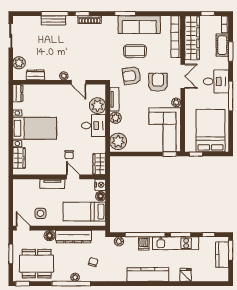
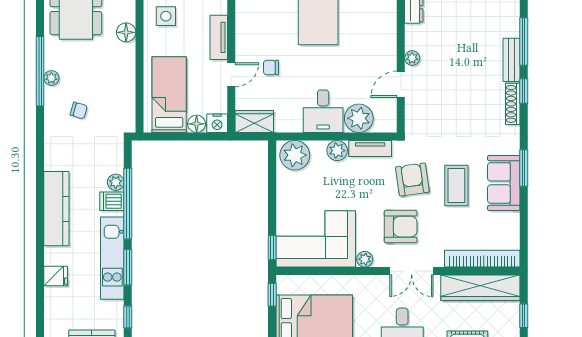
bench: (53, 20) -> (511, 60), moved
sofa: (139, 25) -> (504, 183), width x0.73
dresser: (74, 237) -> (124, 75), removed
plant: (119, 241) -> (116, 182), moved

